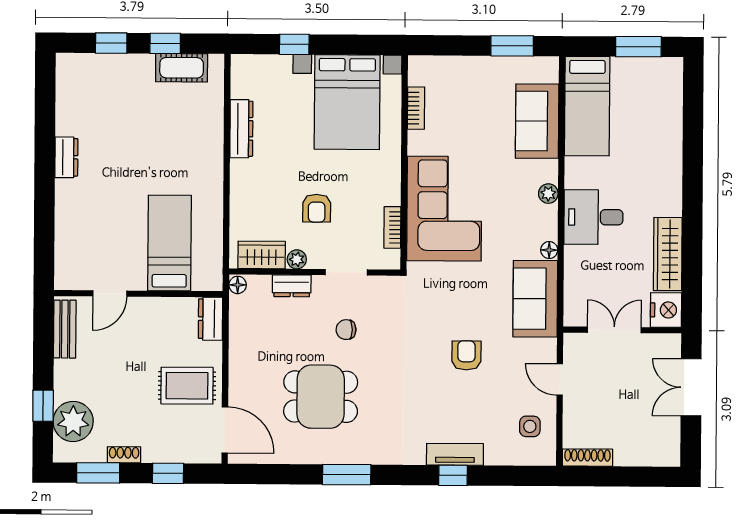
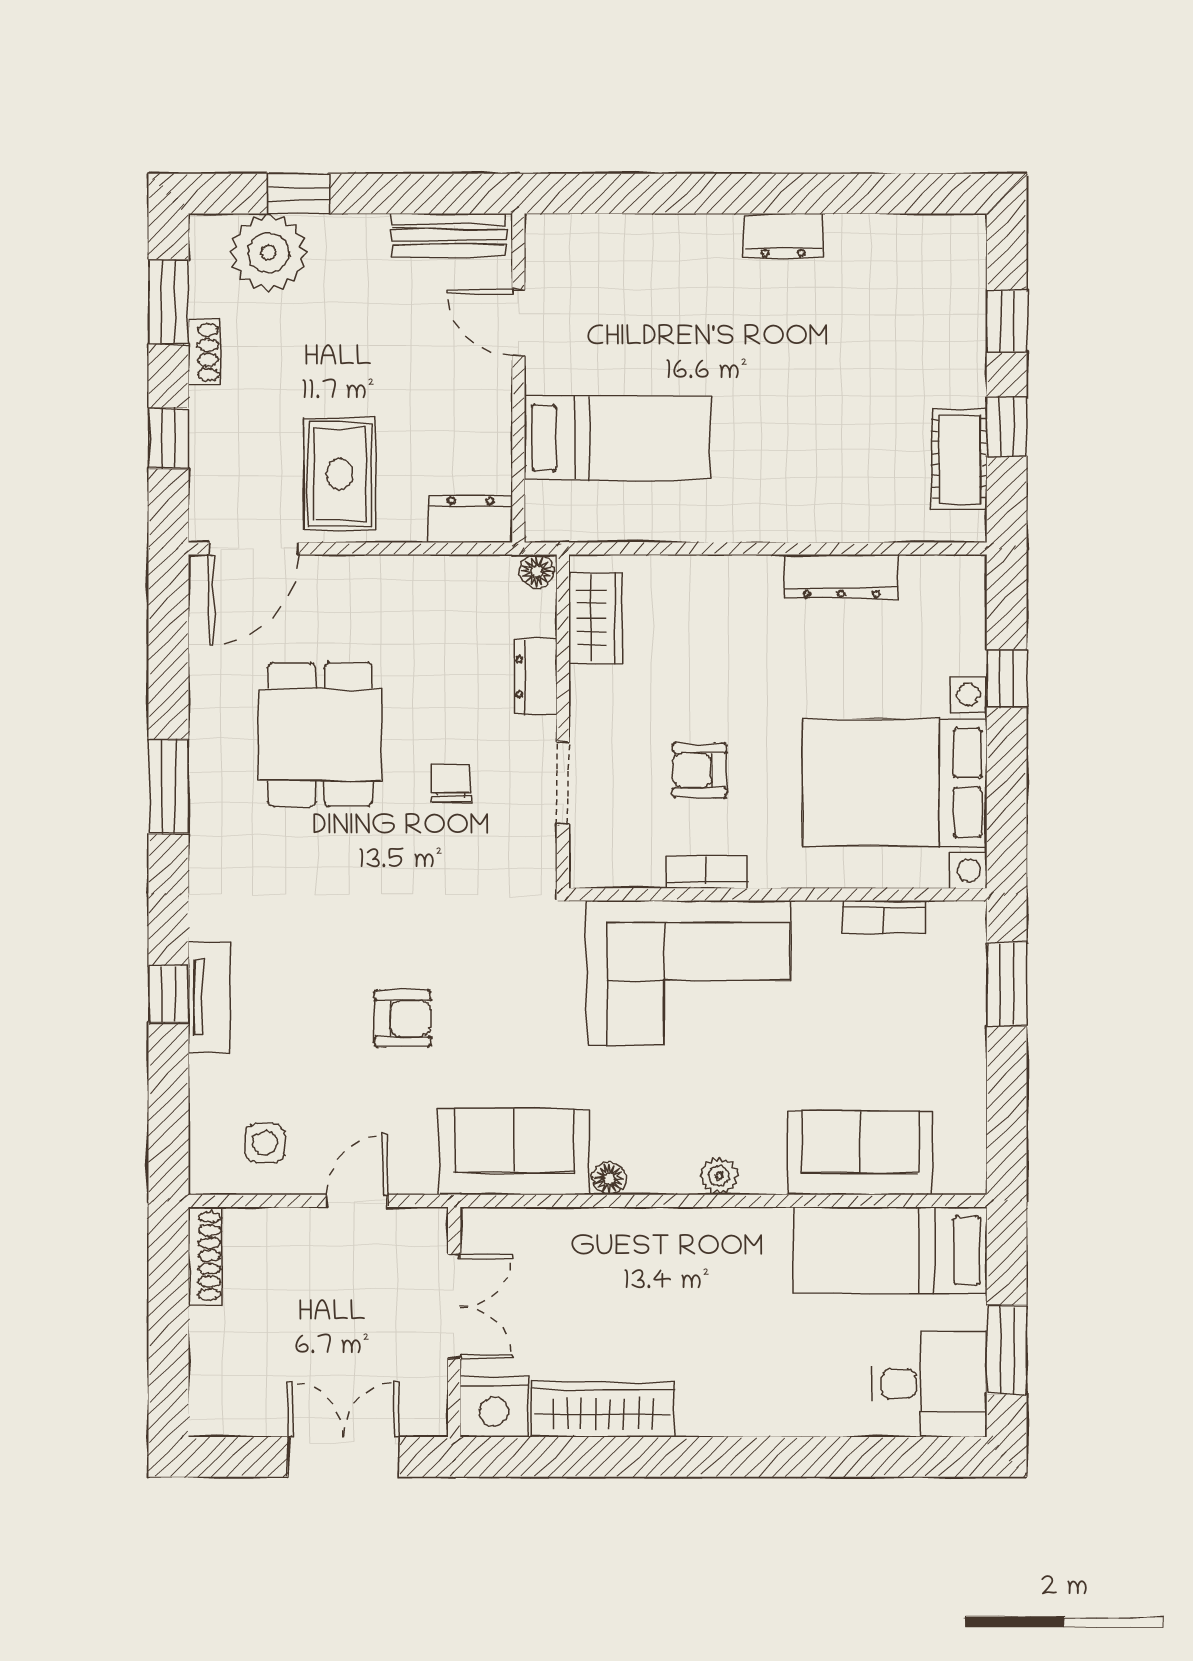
window: (512, 46) -> (1007, 985), moved
armchair: (317, 208) -> (699, 770), moved
desk: (593, 217) -> (930, 1384), moved, turned 90
bookcase: (392, 227) -> (707, 872), moved
plant: (297, 259) -> (587, 686), removed

